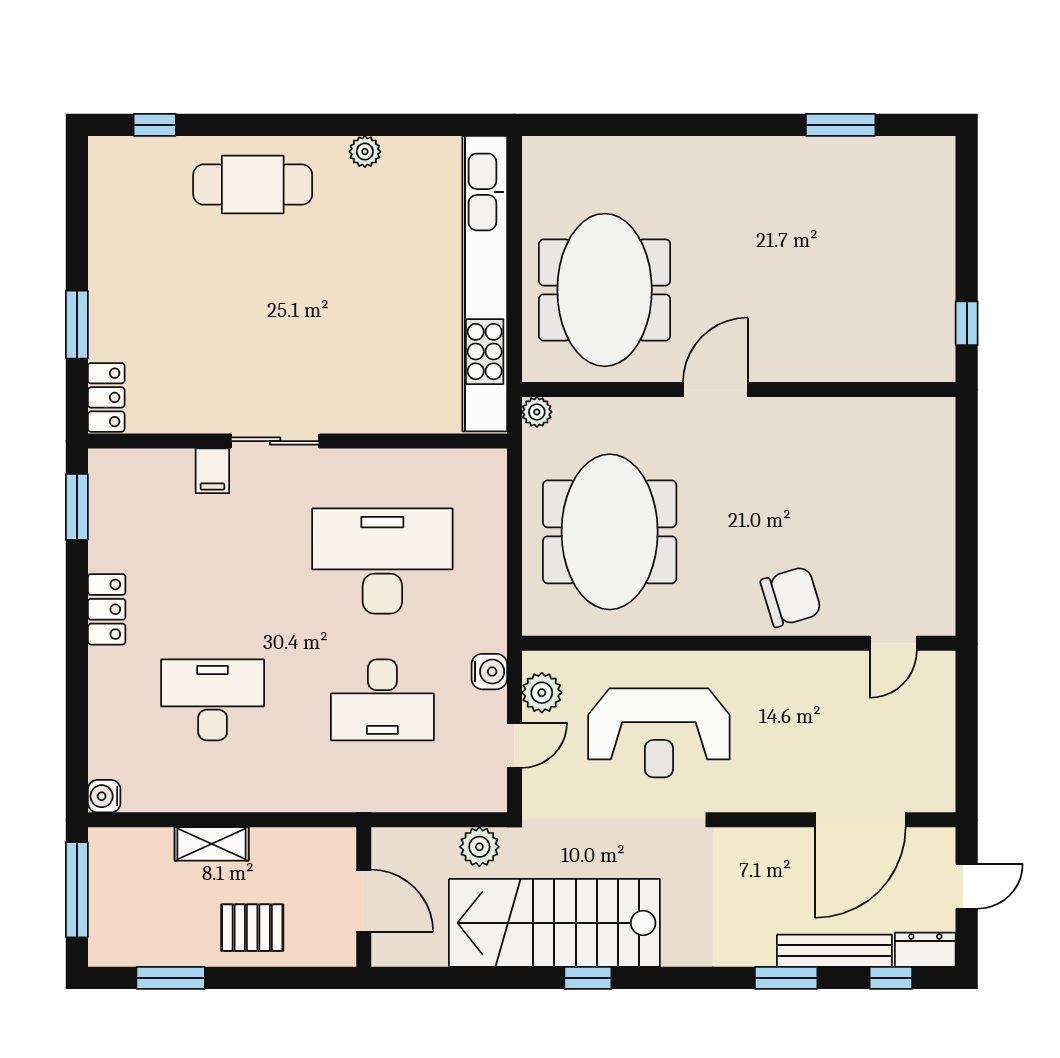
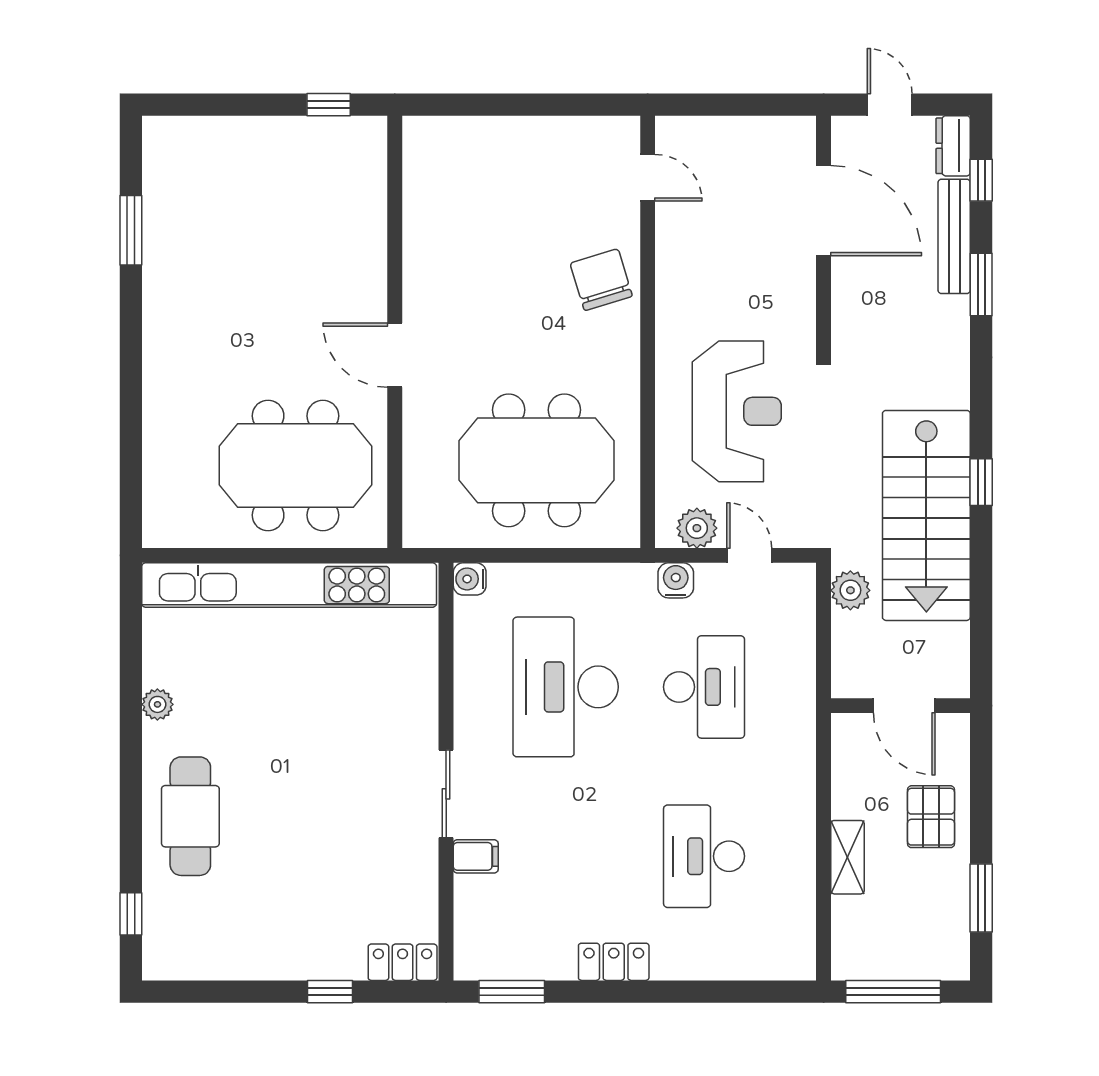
window: (77, 325) -> (330, 992), width x0.67
plant: (537, 412) -> (417, 533), removed
water cooler: (104, 796) -> (470, 579), moved, turned 90
door: (364, 901) -> (904, 706), swing flipped

